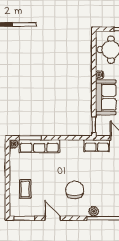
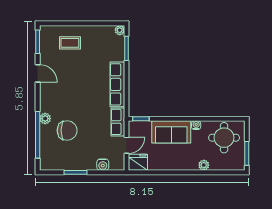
row of seats: (39, 146) -> (117, 84), moved
chair: (75, 190) -> (67, 130), moved
door: (53, 218) -> (38, 73), hinge flipped

